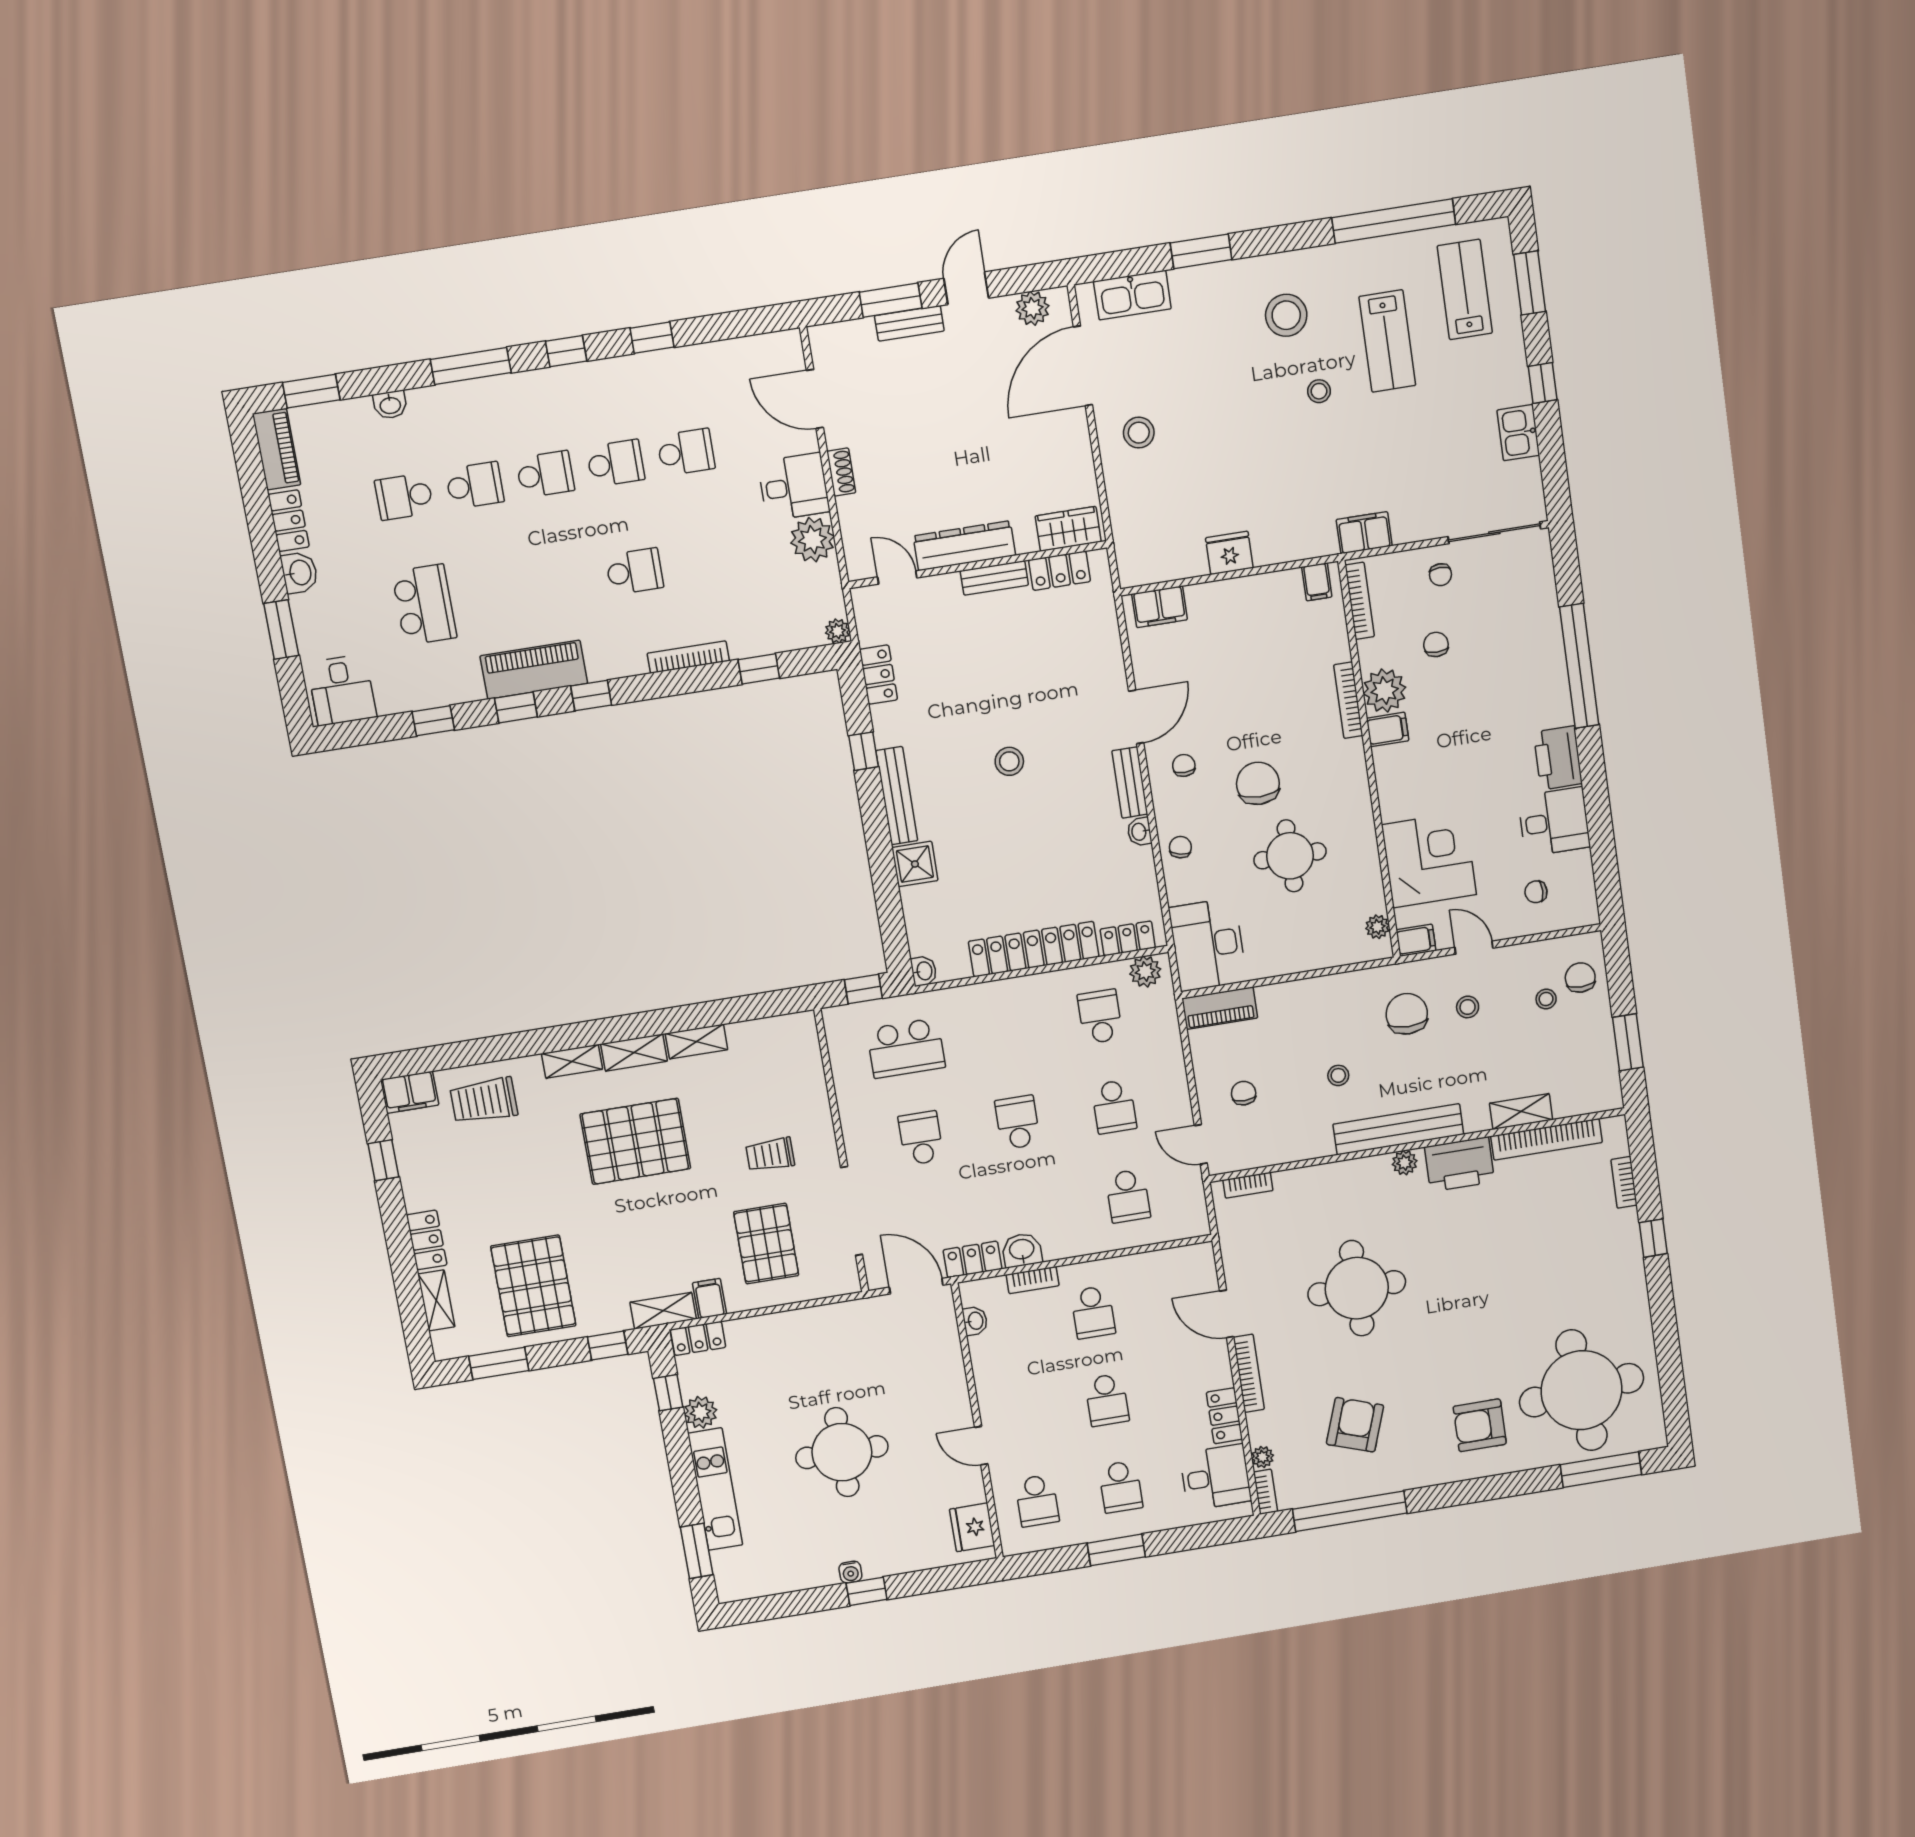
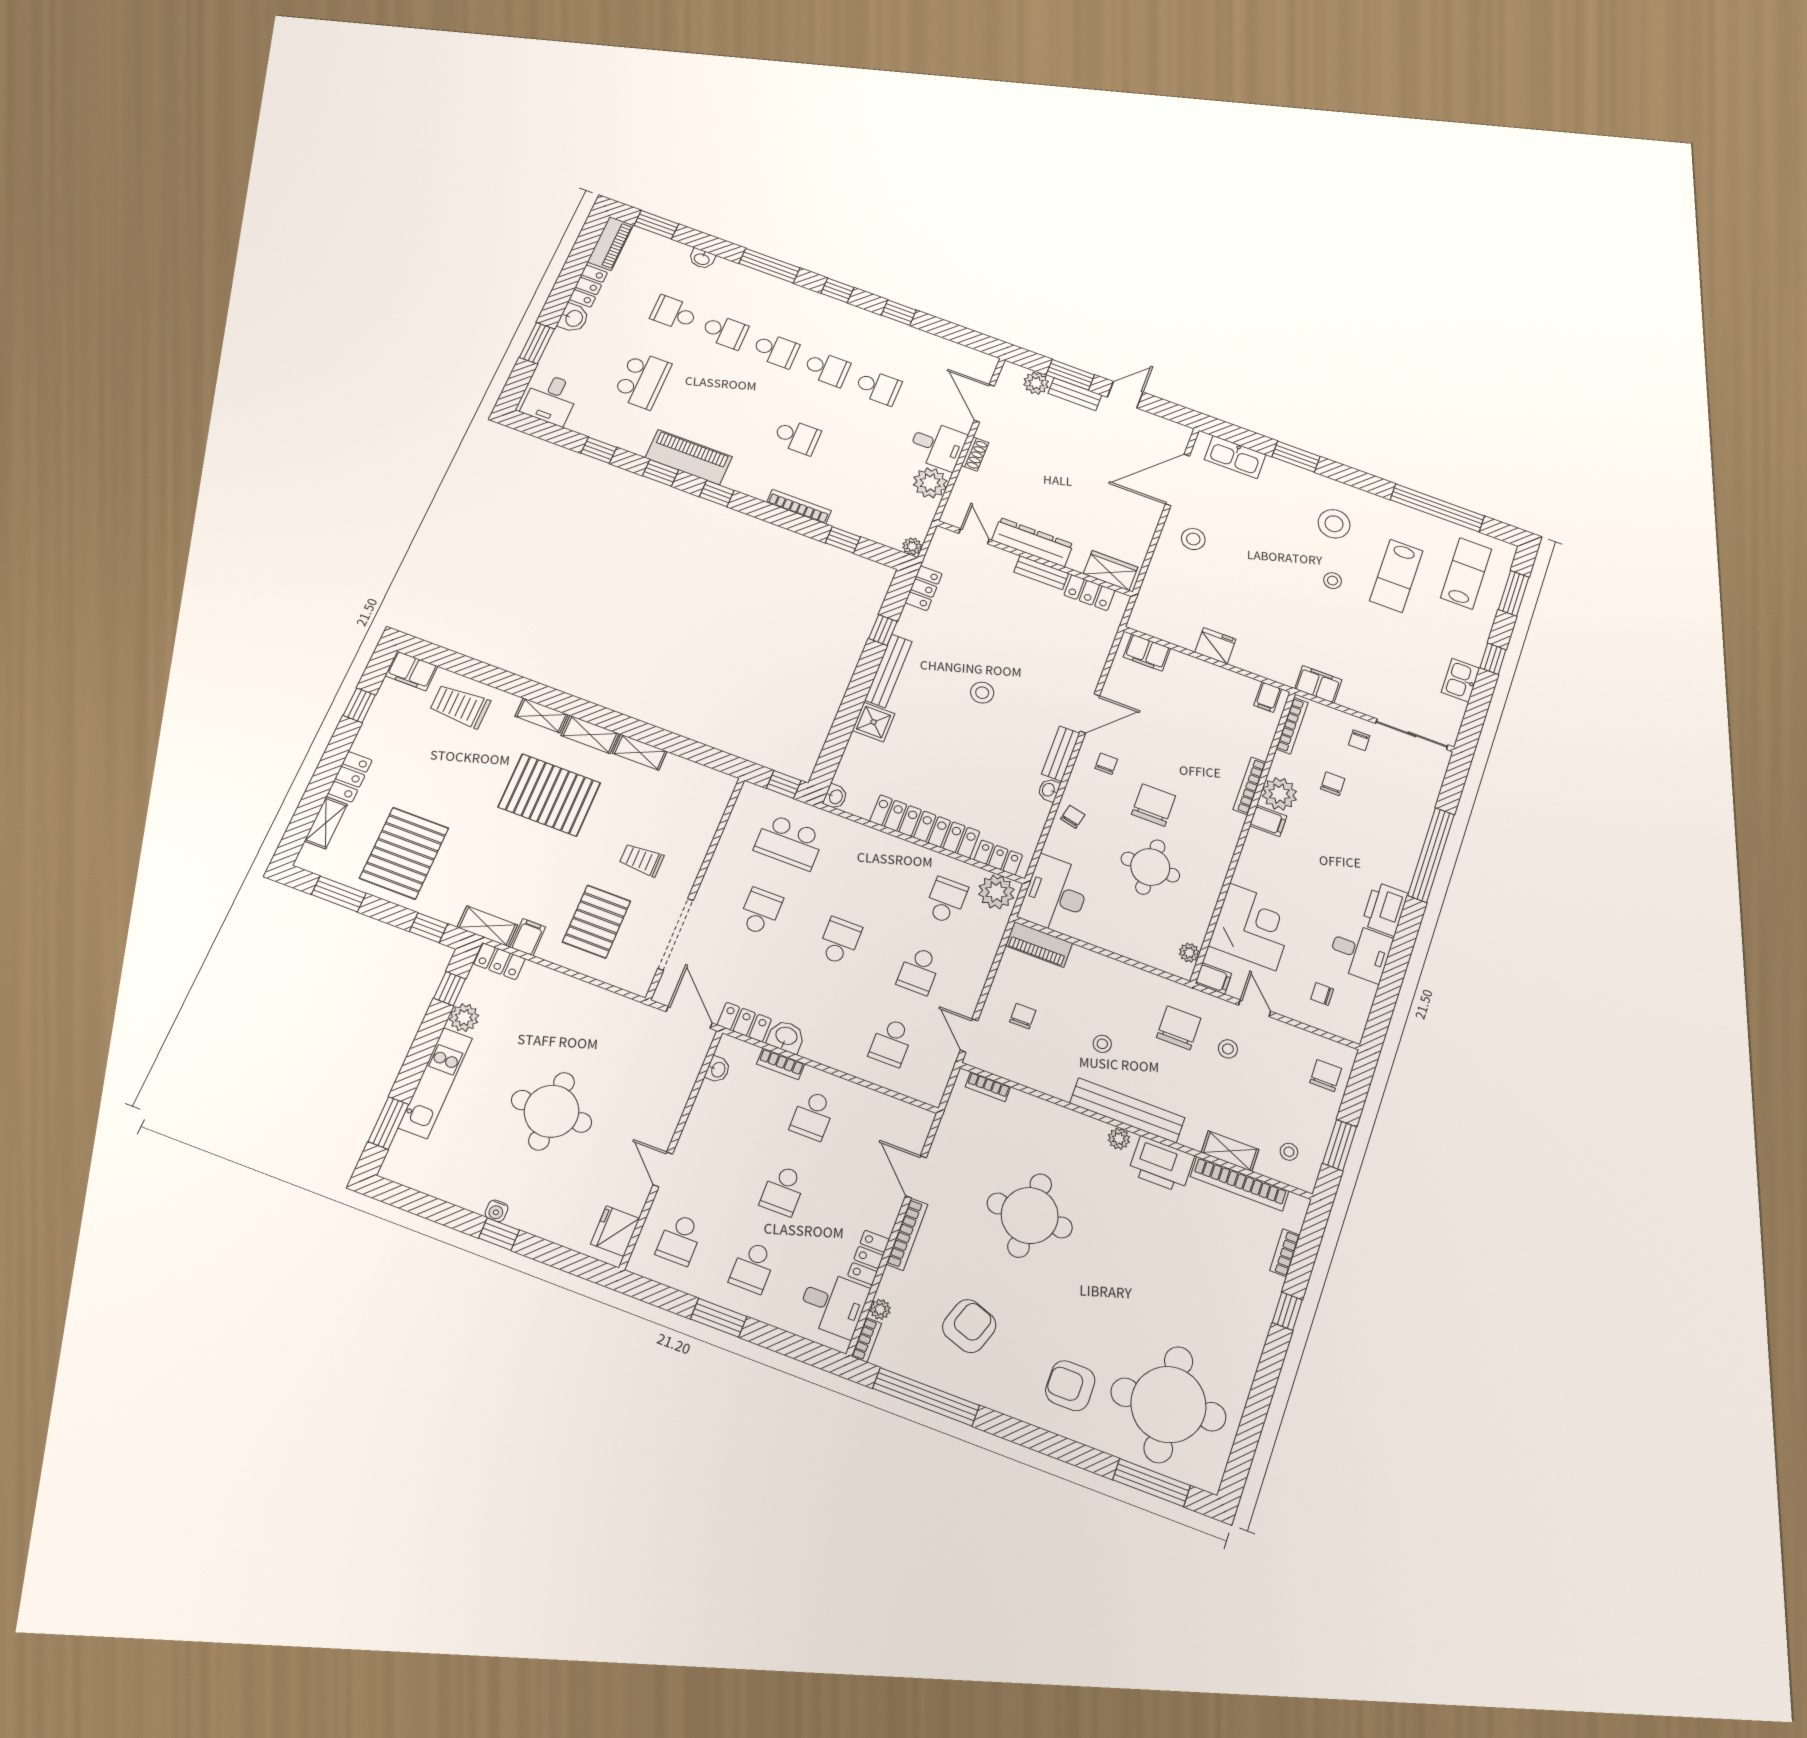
plant: (1033, 308) -> (1036, 383), moved
plant: (1145, 972) -> (996, 892), width x1.36, depth x1.36
stool: (1546, 999) -> (1289, 1152), moved

